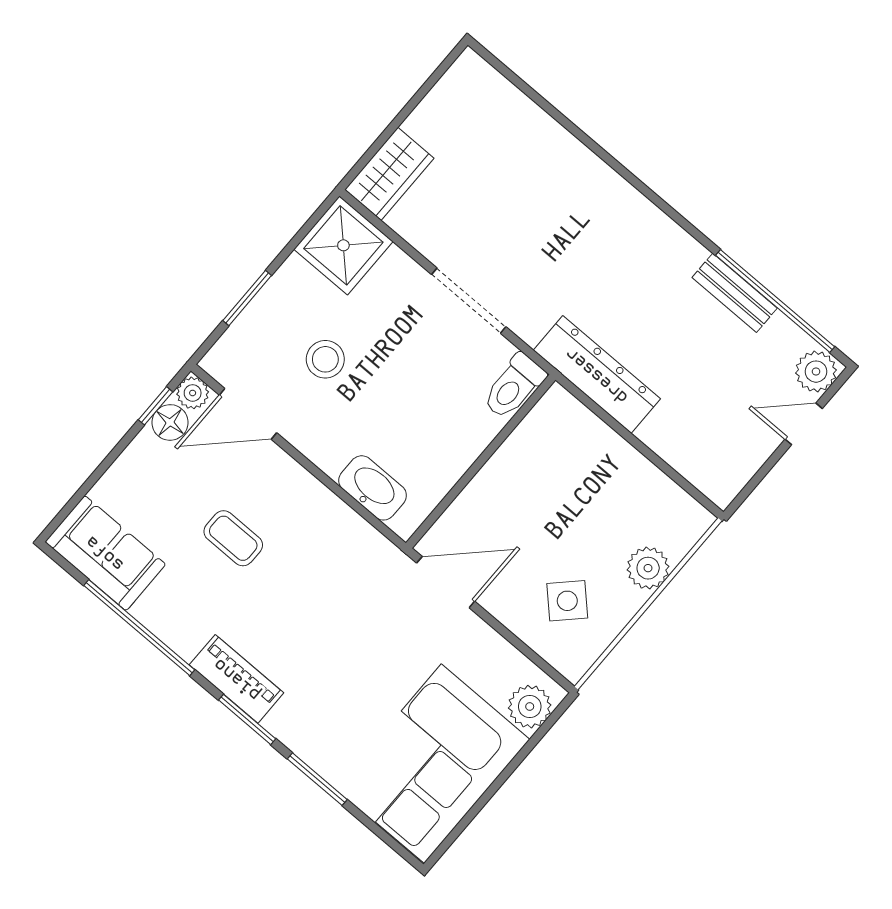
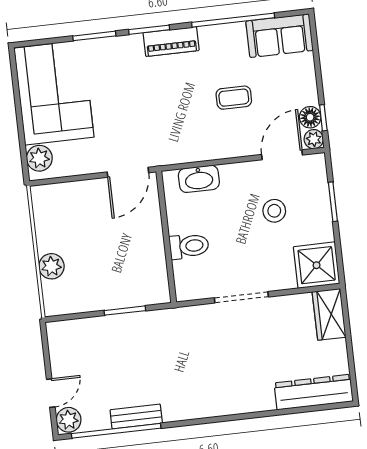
dresser: (597, 375) -> (314, 392), moved, turned 180
toilet: (514, 386) -> (189, 246), moved, turned 90
window: (618, 428) -> (125, 311), added
side table: (567, 601) -> (70, 218), removed

